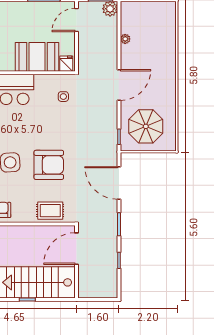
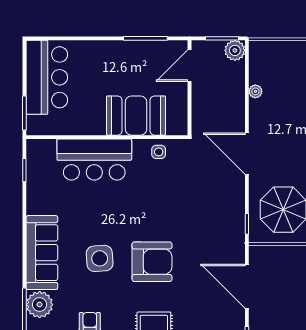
fridge: (66, 64) -> (176, 125), removed
door: (119, 85) -> (247, 154), swing flipped
side table: (63, 97) -> (159, 152), moved

